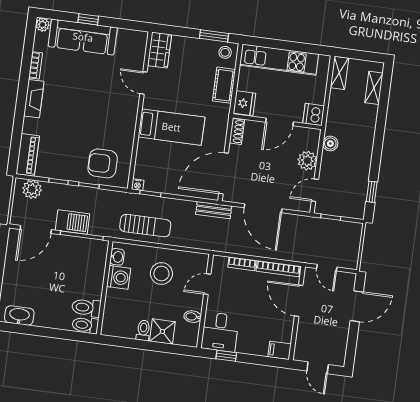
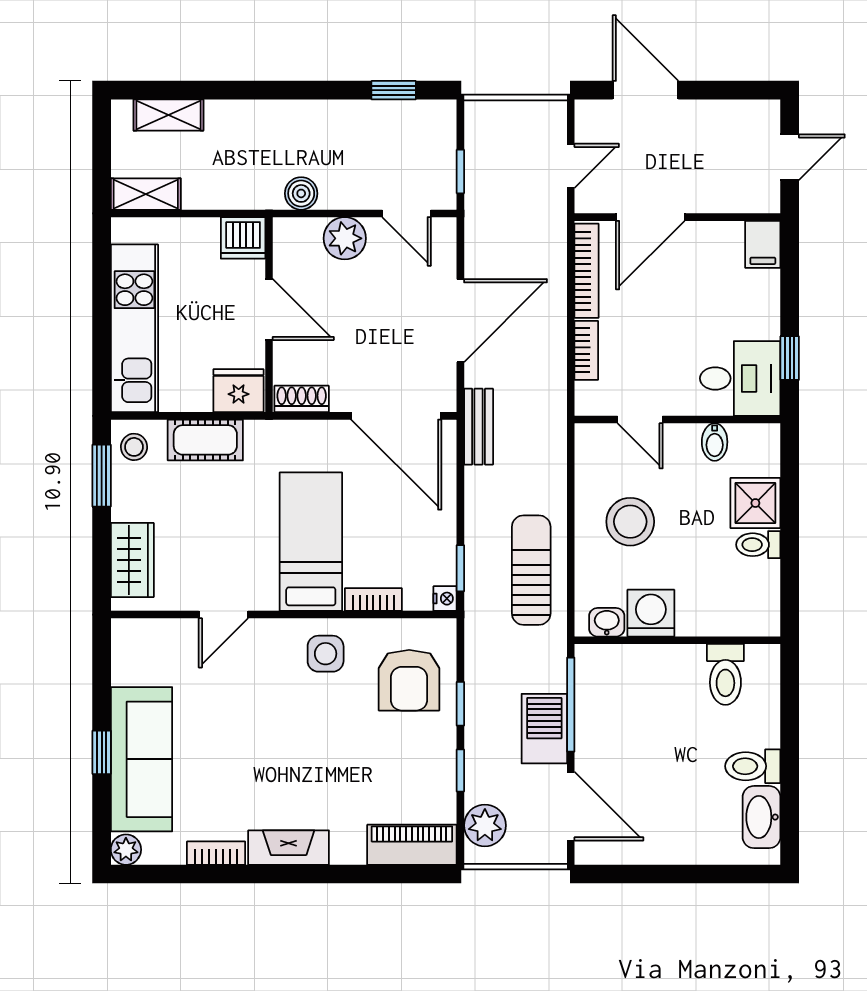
wardrobe: (160, 50) -> (132, 560), moved, turned 90
side table: (120, 127) -> (326, 654), added
bookcase: (141, 152) -> (373, 599), added
toilet: (85, 325) -> (753, 766), moved, turned 90

